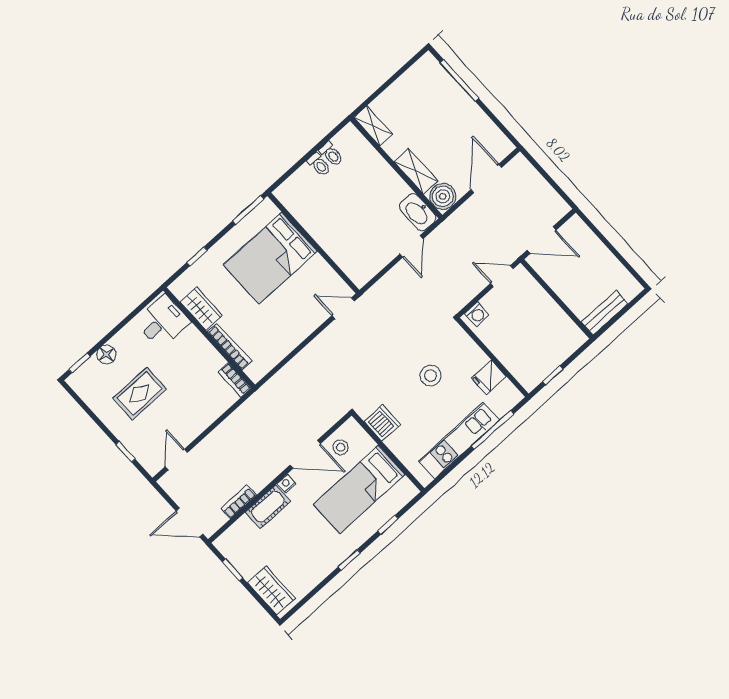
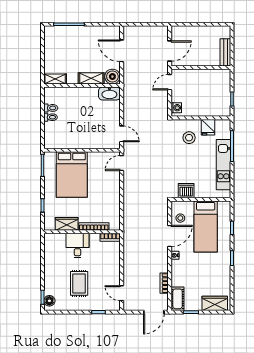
door: (411, 246) -> (122, 134), moved
desk: (162, 322) -> (77, 246), moved
floor lamp: (106, 355) -> (49, 301), moved
stool: (430, 376) -> (189, 138), moved
cot: (268, 507) -> (178, 299), moved

